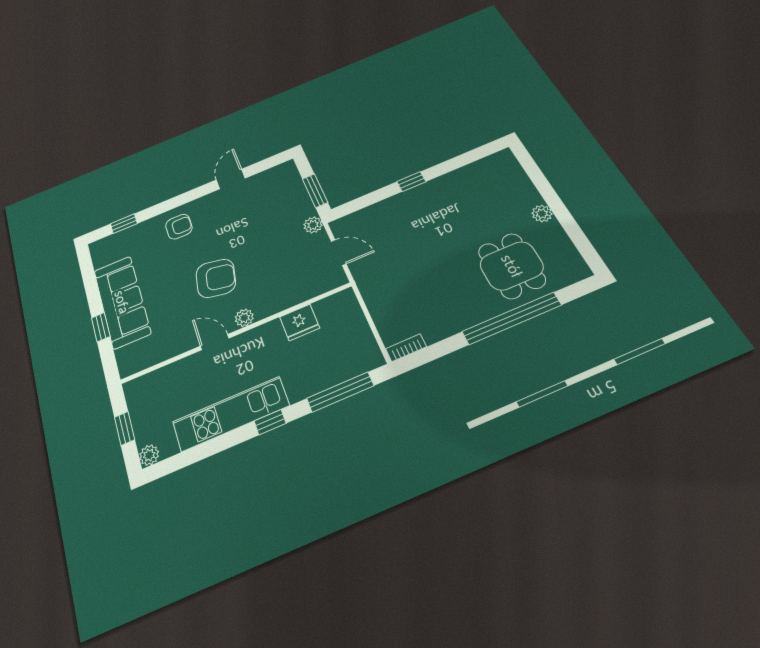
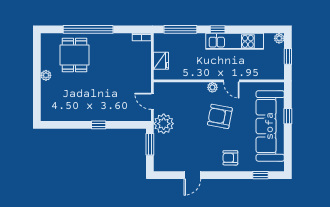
plant: (313, 225) -> (164, 124), width x1.88, depth x1.88
sofa: (122, 302) -> (270, 126), width x1.36, depth x1.27
fridge: (300, 322) -> (161, 61), moved, turned 90

